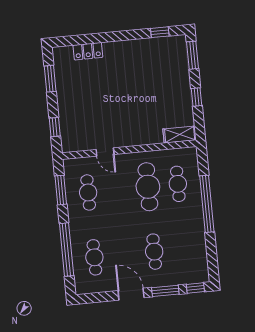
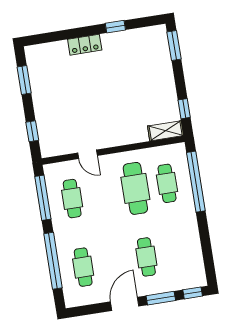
window: (160, 32) -> (115, 27), moved
locker: (88, 51) -> (85, 45), moved
window: (197, 97) -> (184, 109), moved
window: (61, 190) -> (43, 198), width x1.44
window: (207, 204) -> (196, 182), moved
door: (131, 294) -> (125, 304), hinge flipped

